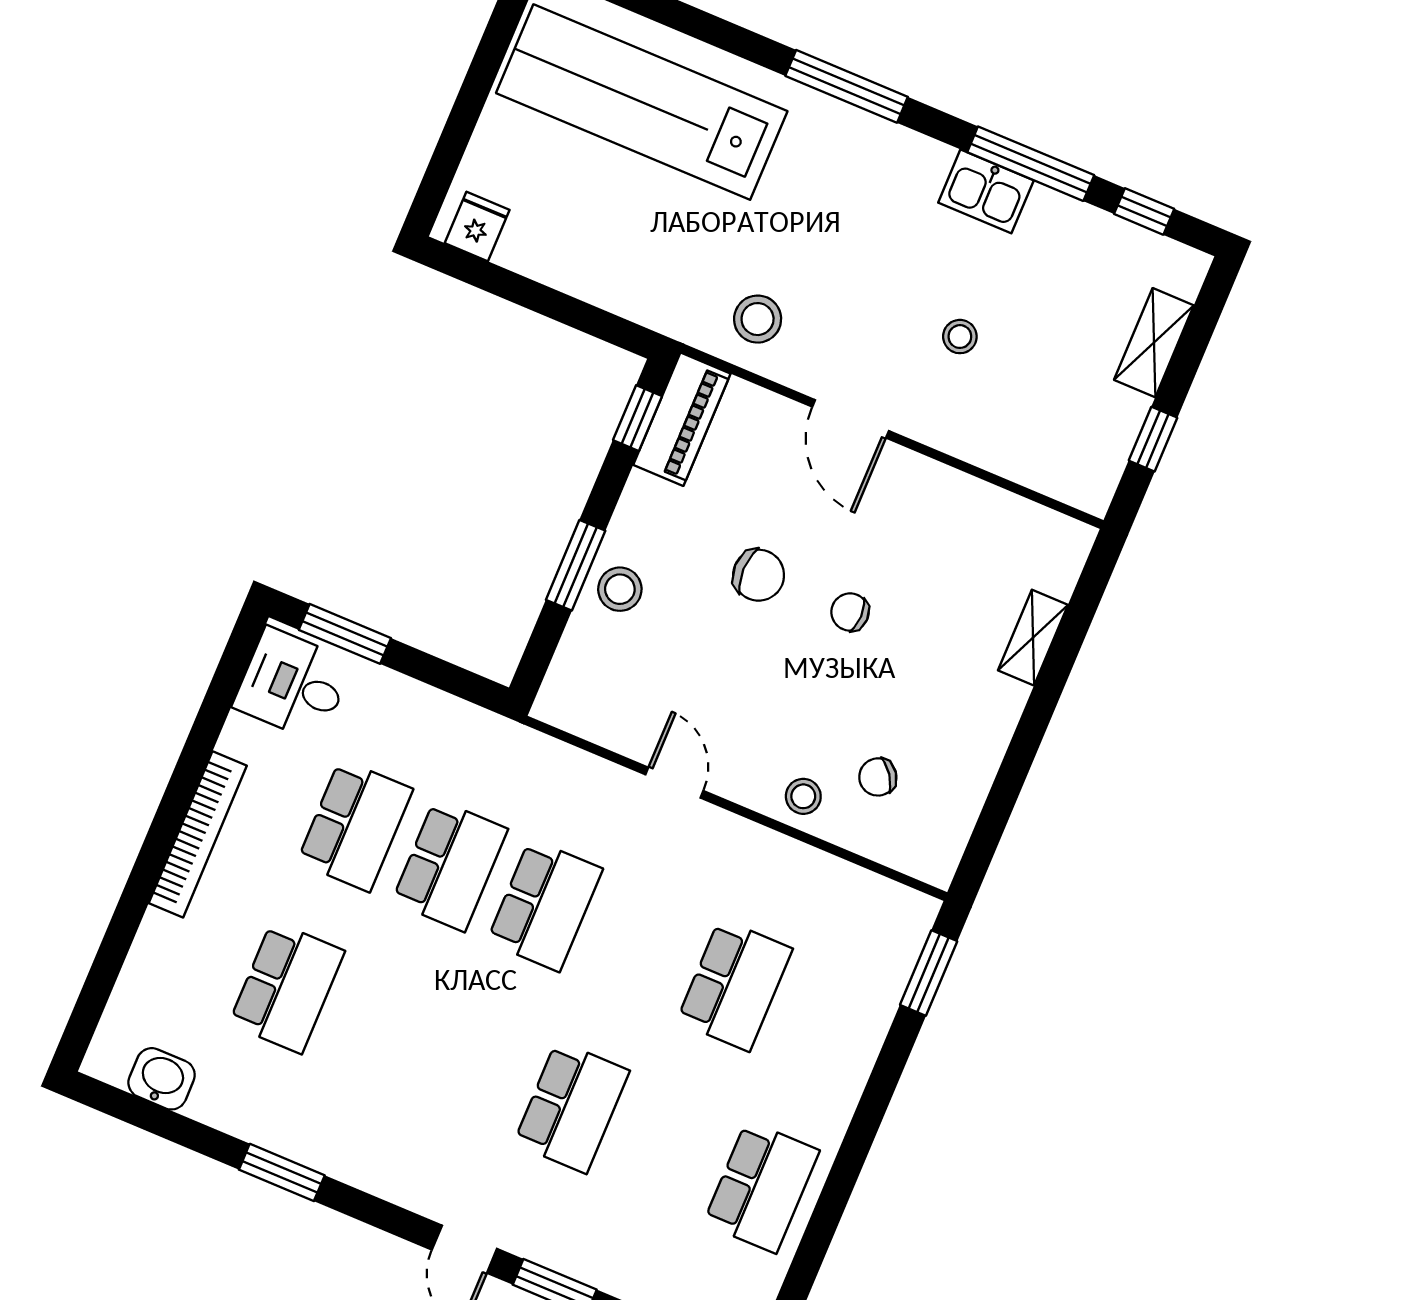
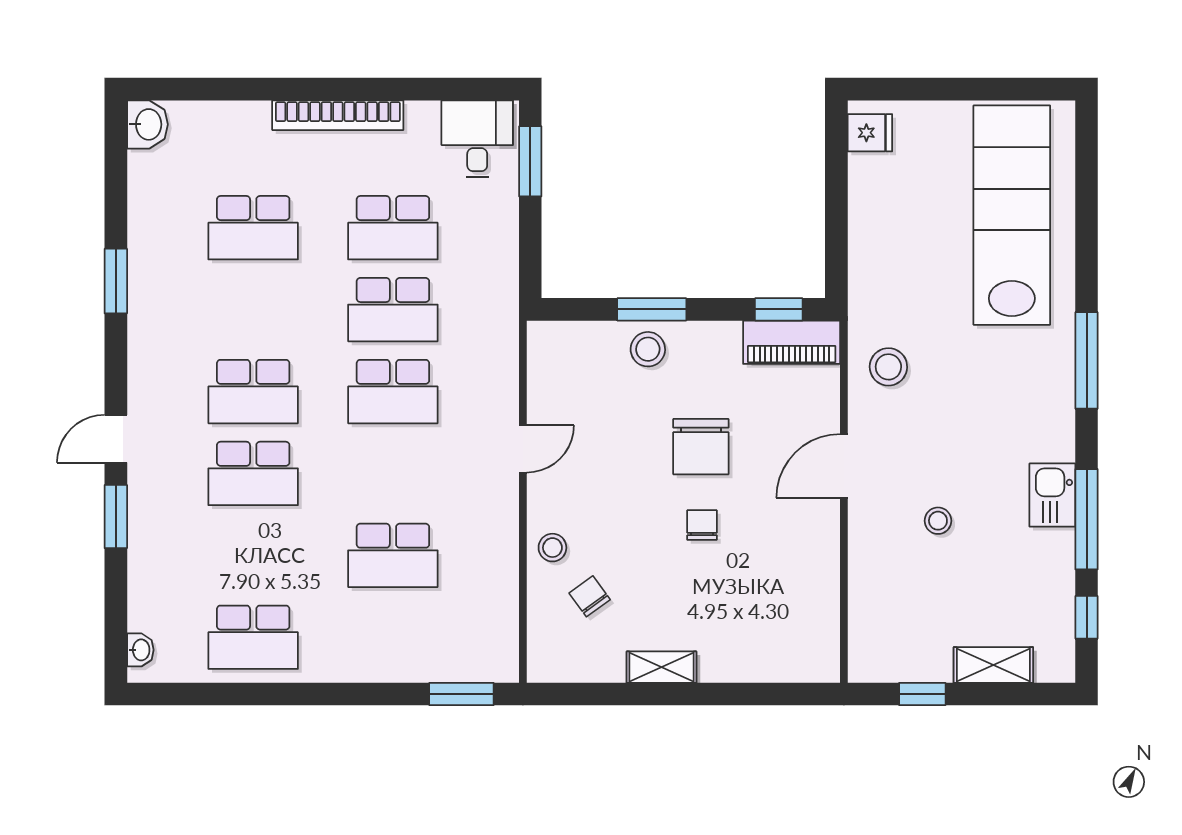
chair: (759, 575) -> (701, 447), width x1.37, depth x1.37
shelving: (1033, 638) -> (661, 667), moved
school desk: (477, 1067) -> (253, 392), added
washbasin: (162, 1079) -> (147, 124), moved

